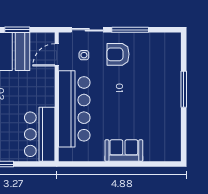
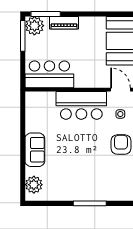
bar counter: (74, 109) -> (81, 105), width x0.73
plant: (163, 152) -> (34, 185), added

